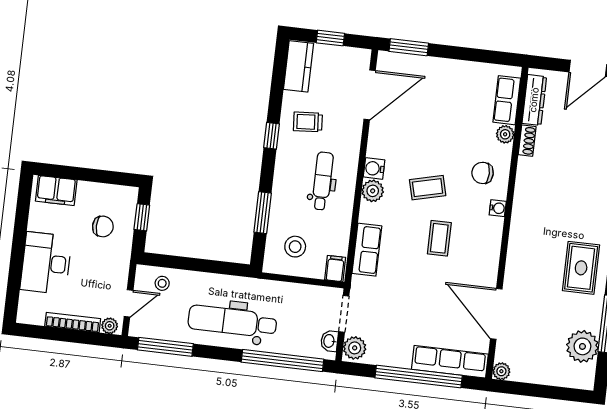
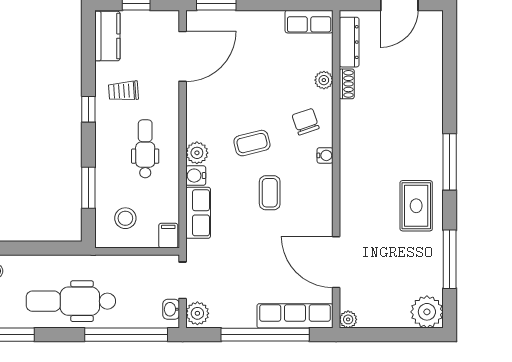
row of seats: (507, 100) -> (309, 22), moved, turned -90
water cooler: (374, 168) -> (196, 176), moved
chair: (483, 173) -> (306, 122), turned 71
plant: (582, 346) -> (427, 312), moved

